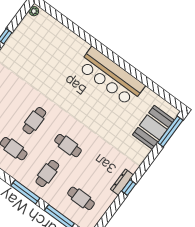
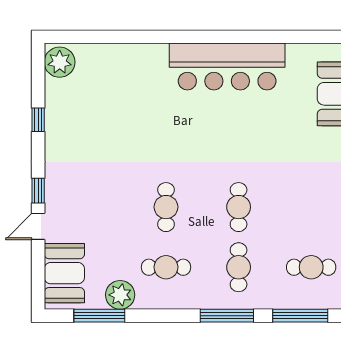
plant: (34, 11) -> (60, 62), width x1.88, depth x1.88
cafe table: (68, 146) -> (239, 207), turned 90

